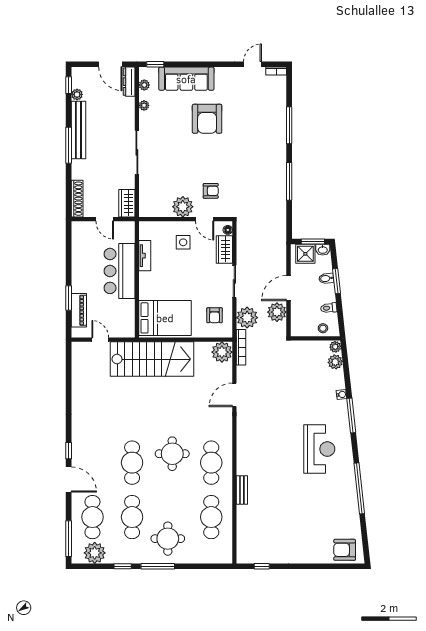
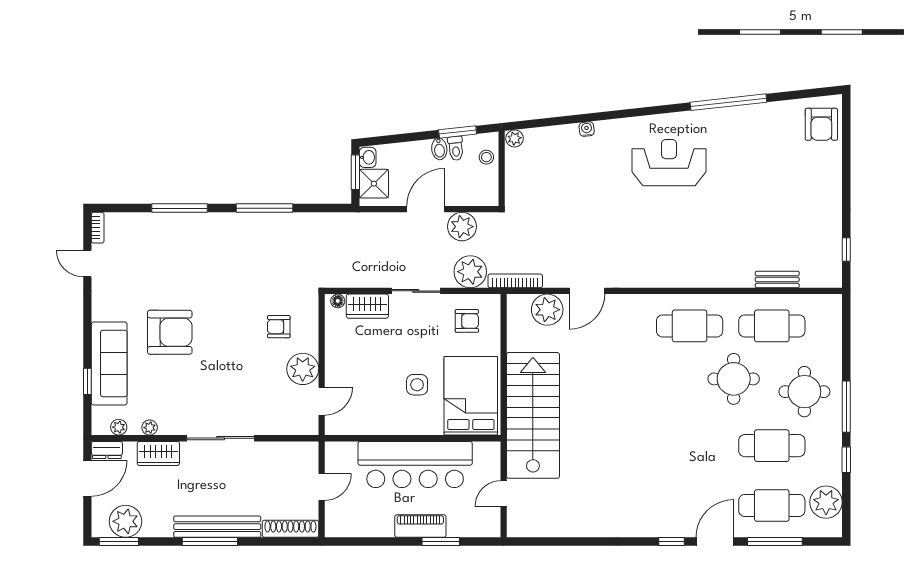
window: (155, 64) -> (87, 381), moved
dresser: (129, 82) -> (107, 450), width x0.70
window: (69, 85) -> (119, 541), width x1.50
plant: (77, 94) -> (126, 521), width x1.87, depth x1.87
bench: (78, 130) -> (217, 527), moved
armchair: (211, 191) -> (279, 327), turned -90
wardrobe: (127, 203) -> (158, 453), moved
door: (205, 219) -> (322, 401), moved
side table: (183, 242) -> (417, 385), moved
tv unit: (145, 256) -> (377, 426), removed
bar counter: (120, 271) -> (415, 464), width x1.36
bidet: (326, 278) -> (439, 149), moved
window: (336, 281) -> (458, 132), moved
door: (289, 288) -> (426, 209), swing flipped
piano: (79, 310) -> (420, 526), moved
plant: (222, 352) -> (547, 310), moved
plant: (335, 362) -> (537, 138), removed
door: (234, 395) -> (587, 291), hinge flipped
window: (351, 416) -> (618, 114), removed
round table: (172, 454) -> (734, 379), moved
cafe table: (132, 463) -> (690, 446), removed
bench: (242, 490) -> (777, 280), moved
window: (69, 539) -> (775, 541), moved

